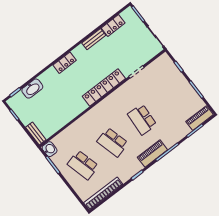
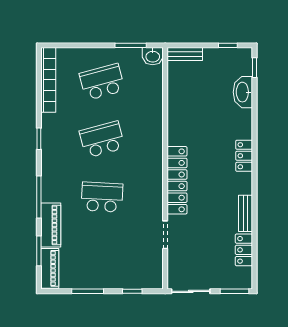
piano: (152, 154) -> (51, 225), moved

